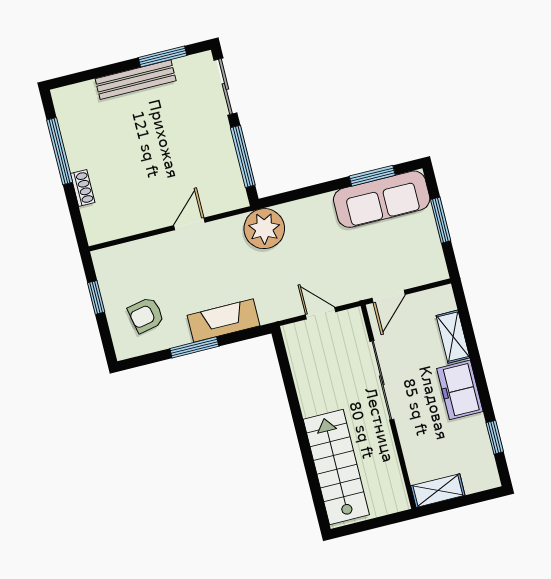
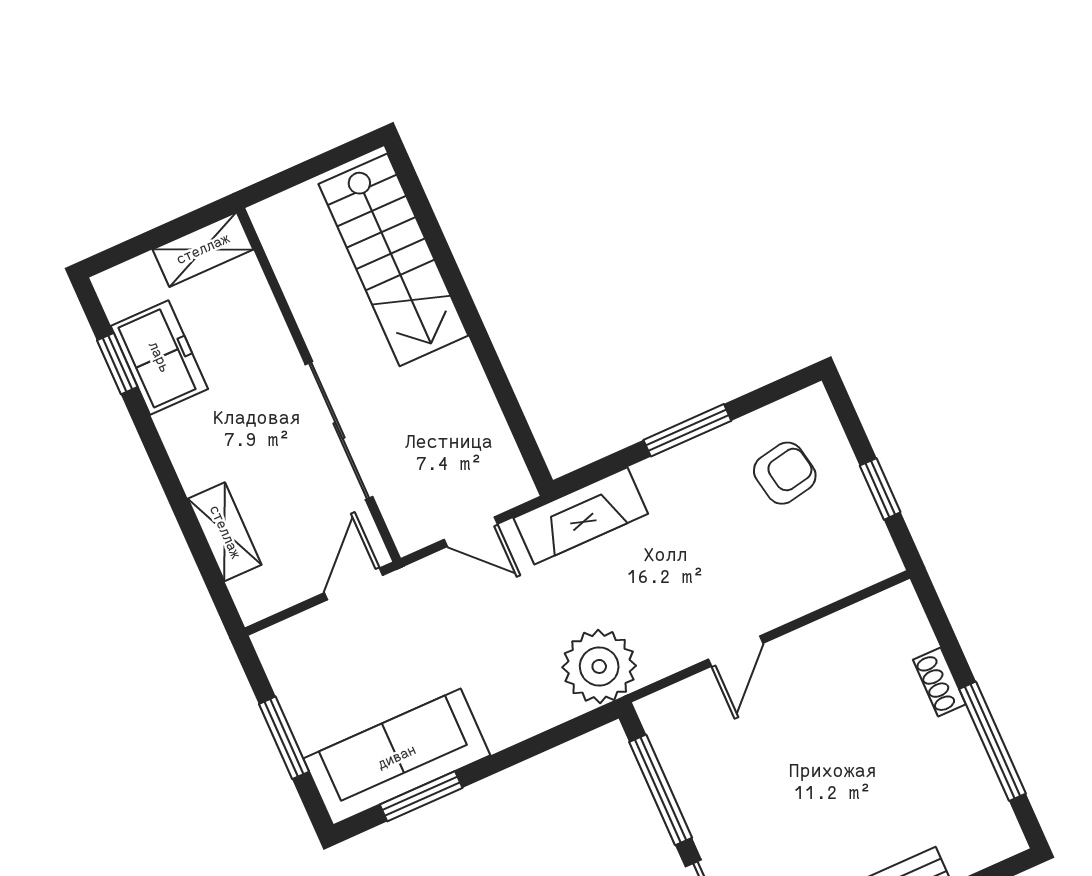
fireplace: (224, 320) -> (581, 516), moved
freezer: (460, 390) -> (159, 357), moved

